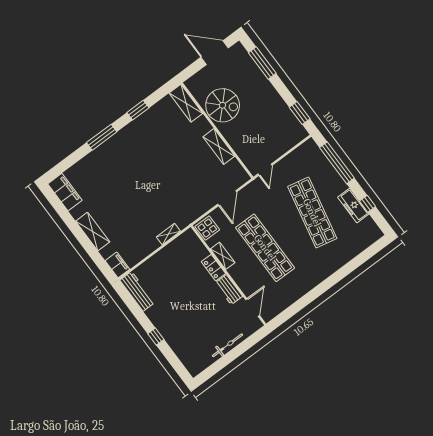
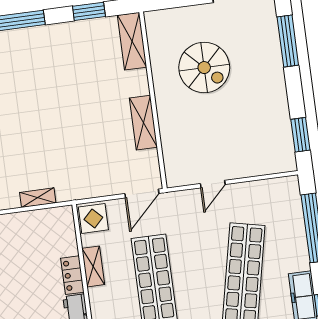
shelving: (186, 103) -> (132, 41), moved
wall: (217, 130) -> (153, 100), moved
shelving: (219, 146) -> (143, 123), moved

